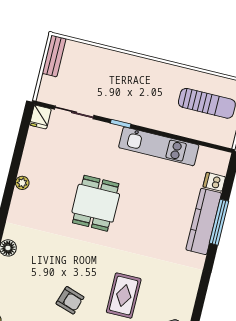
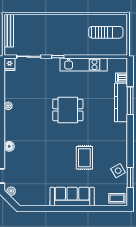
bench: (54, 56) -> (9, 31), width x1.36
dining table: (96, 203) -> (68, 110), moved, turned 90
armchair: (70, 300) -> (53, 168), removed

